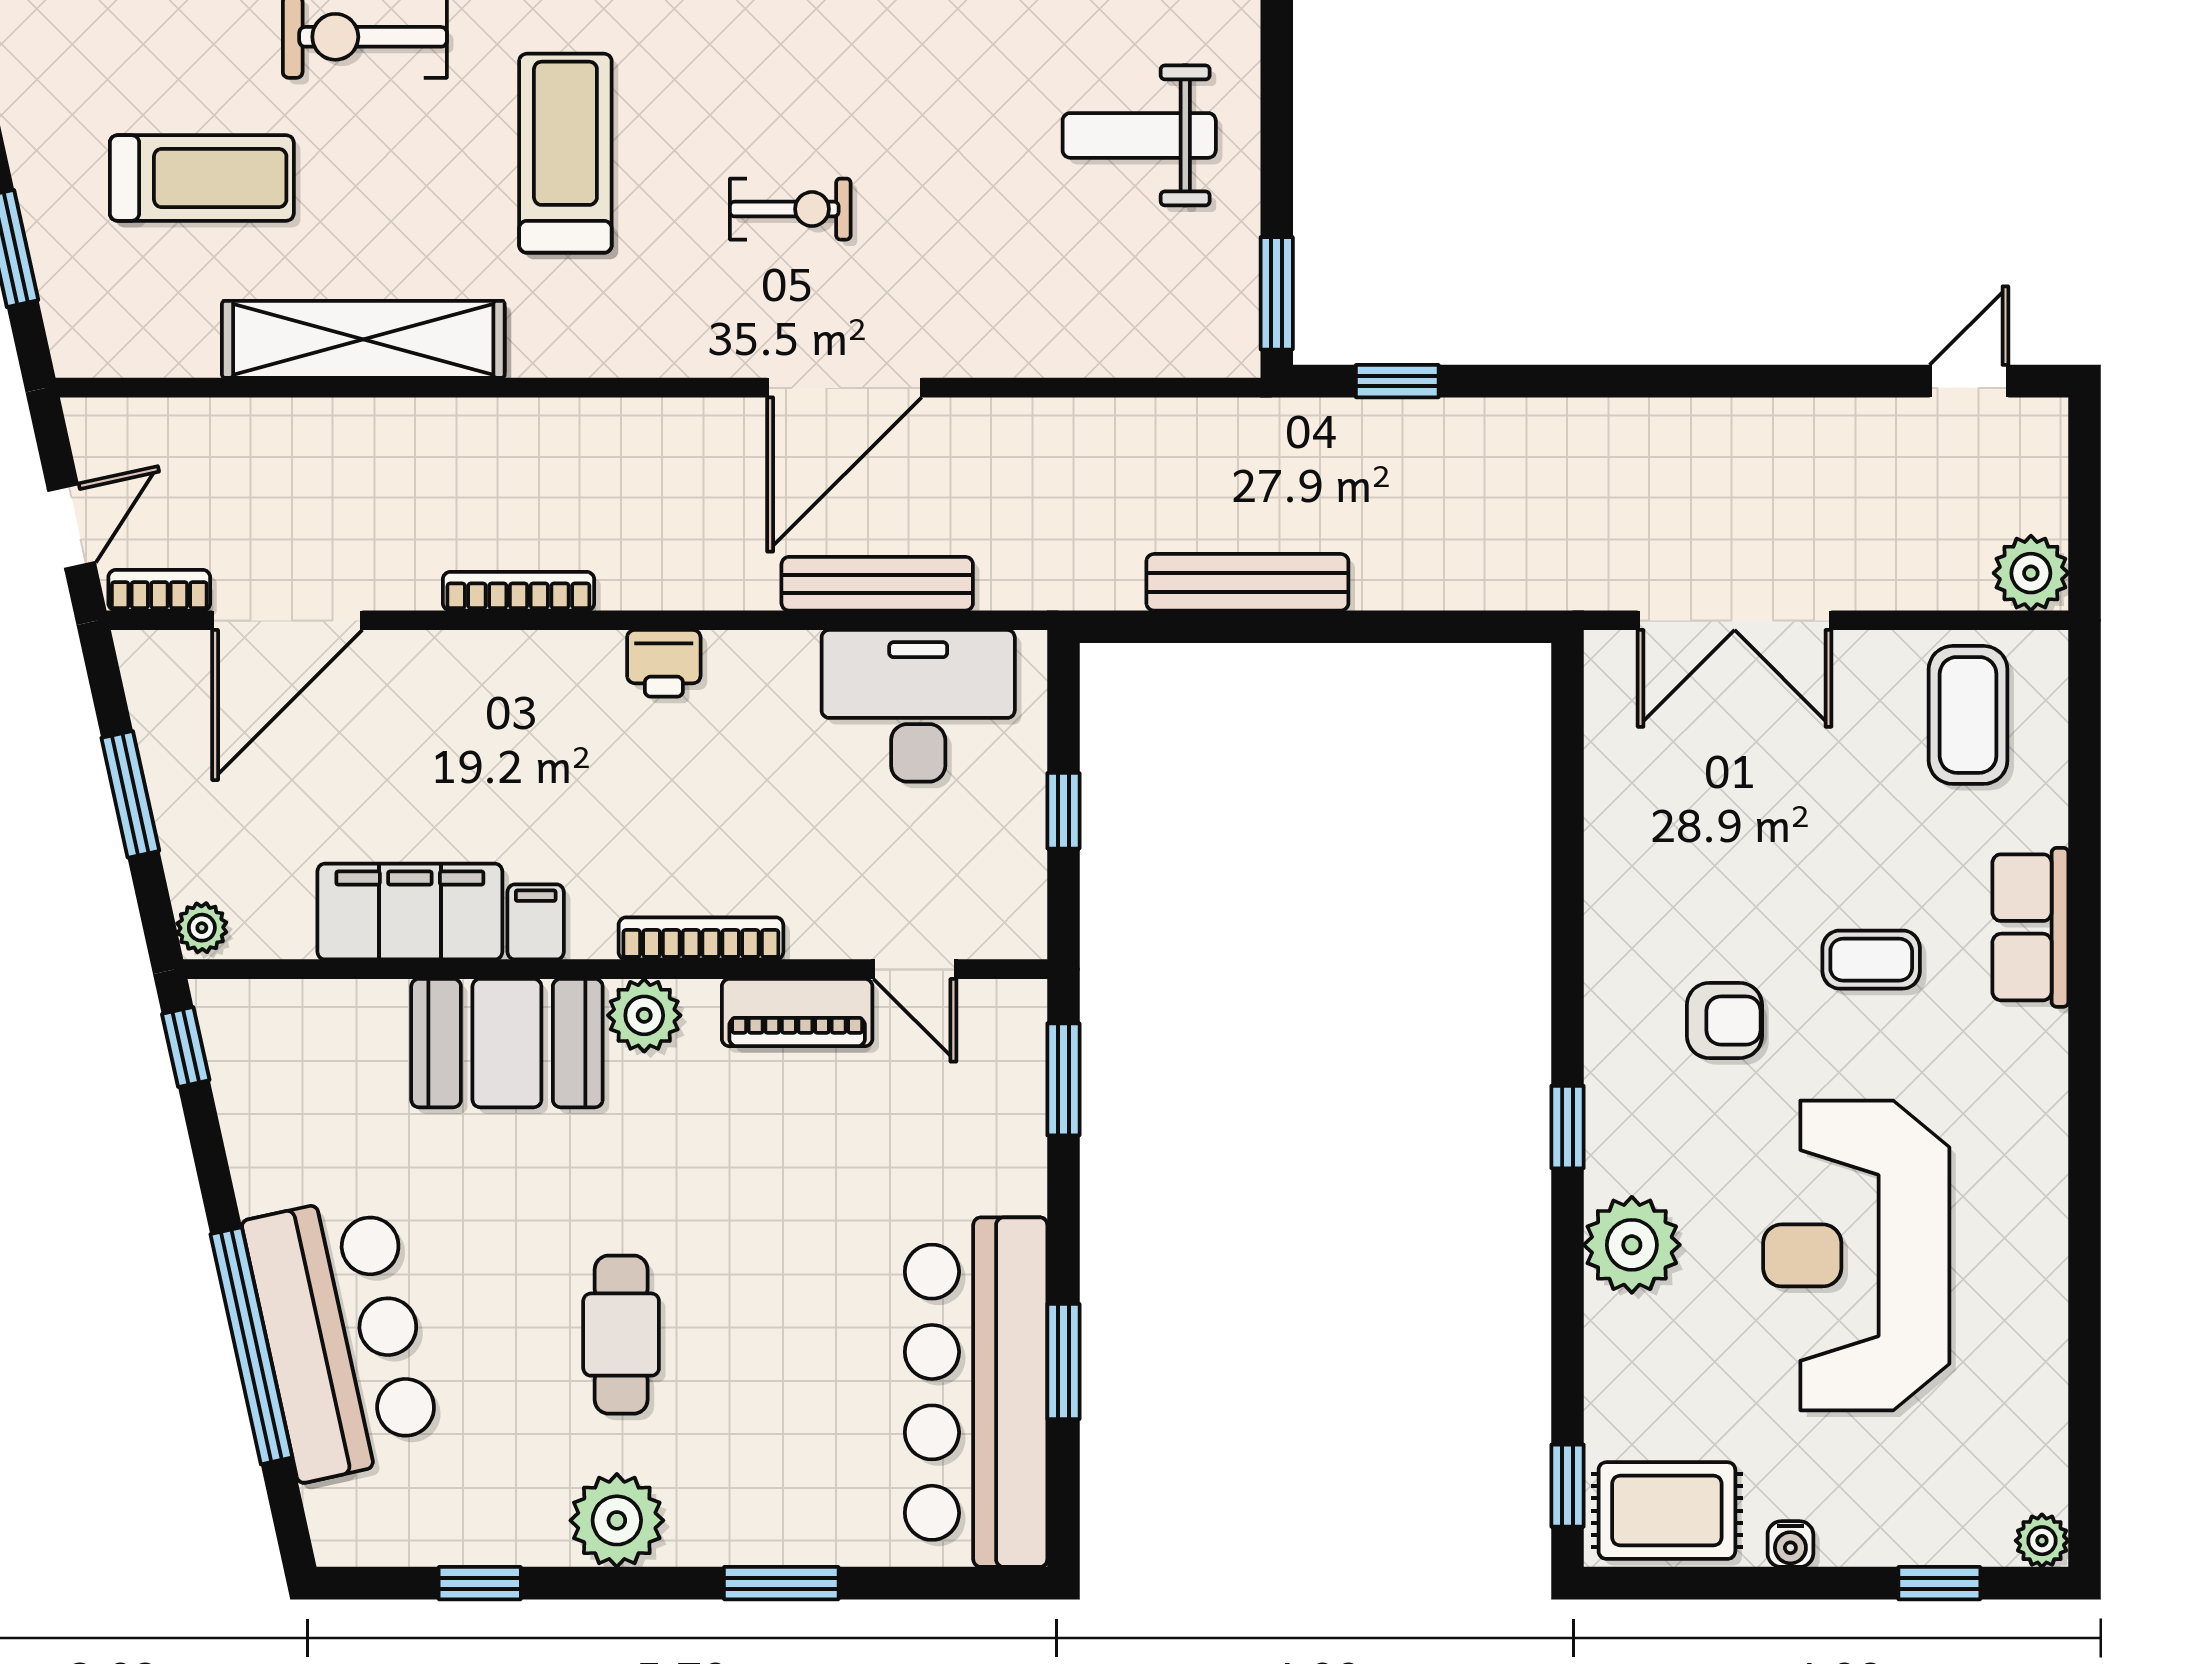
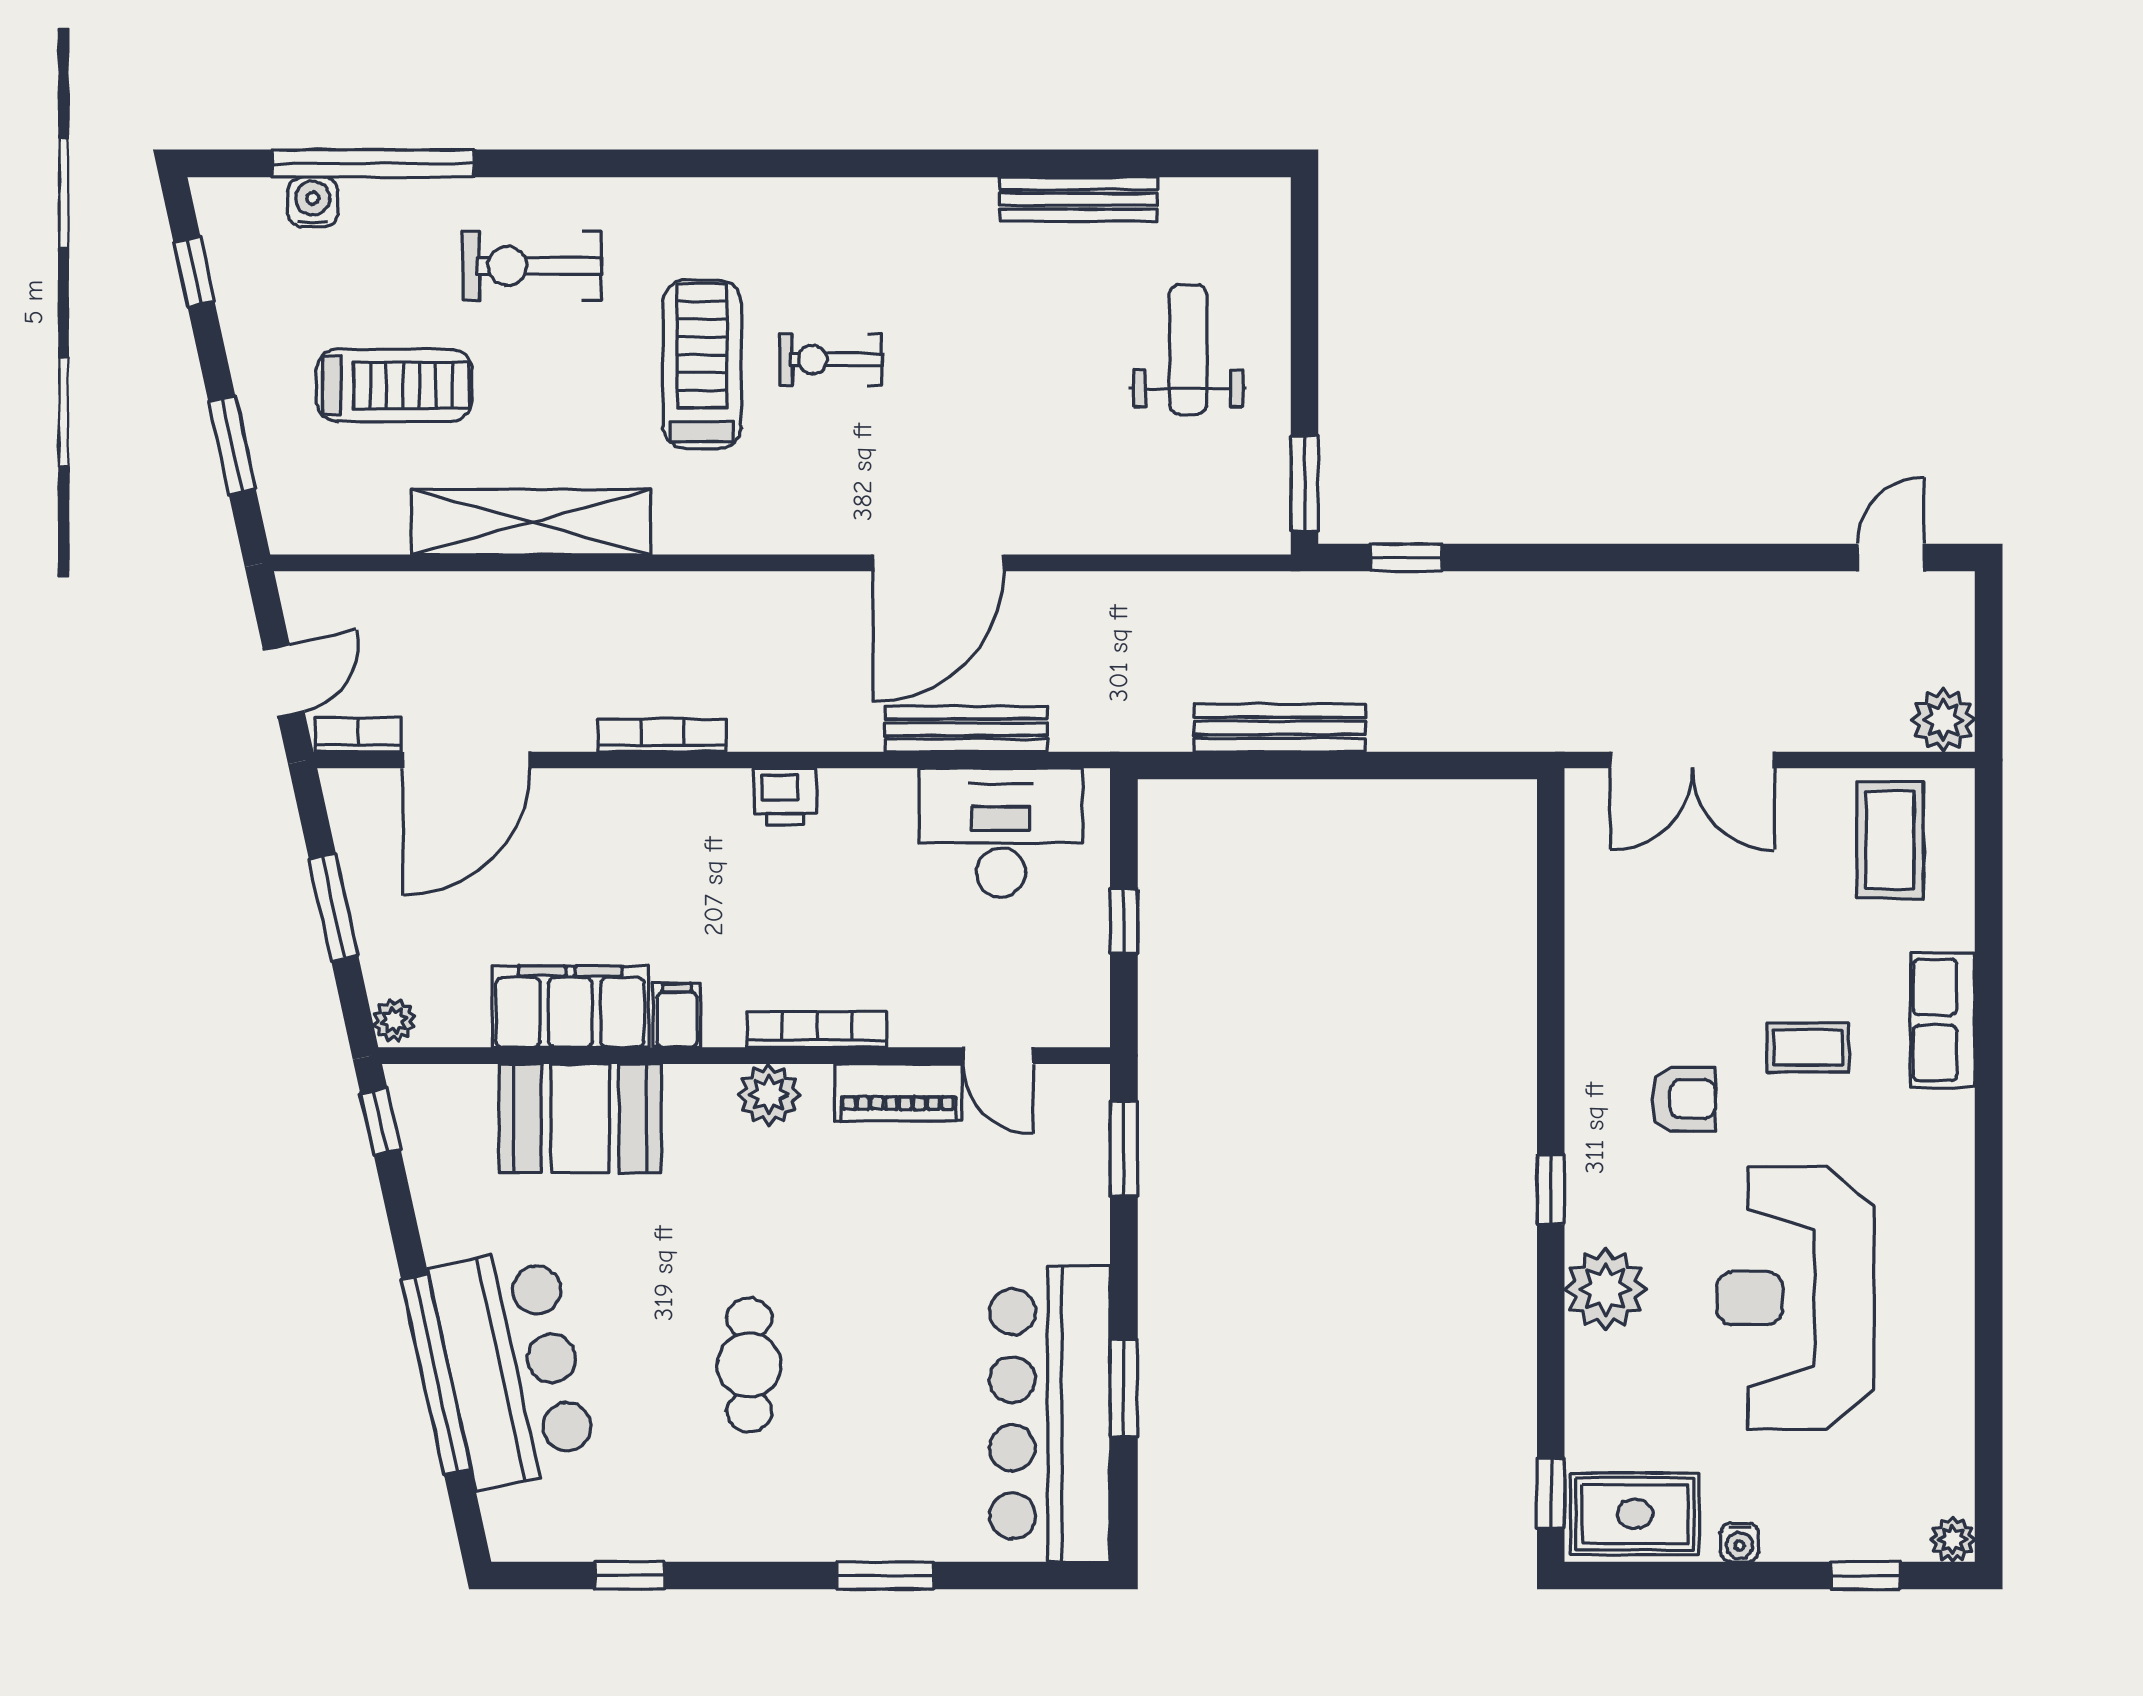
weight bench: (1139, 135) -> (1188, 349), turned 90
exercise bike: (790, 209) -> (831, 359), moved, turned 180
booth: (507, 1043) -> (580, 1118), moved
plant: (617, 1520) -> (746, 1522), removed

